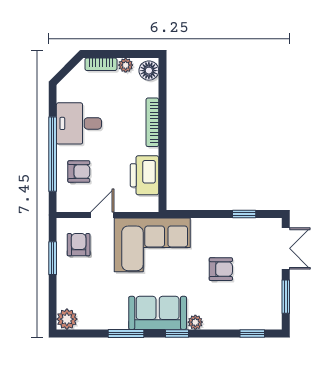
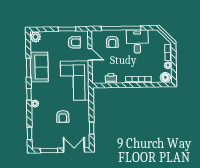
printer: (145, 175) -> (111, 78), width x0.53, depth x0.68
double door: (286, 248) -> (74, 150), swing flipped
sofa: (158, 313) -> (39, 67), moved

